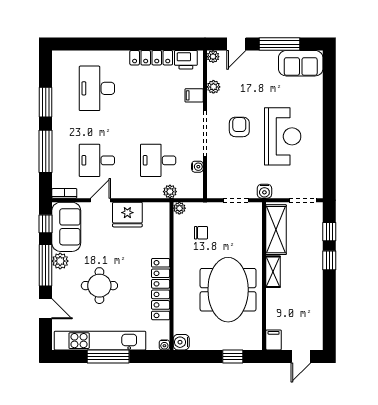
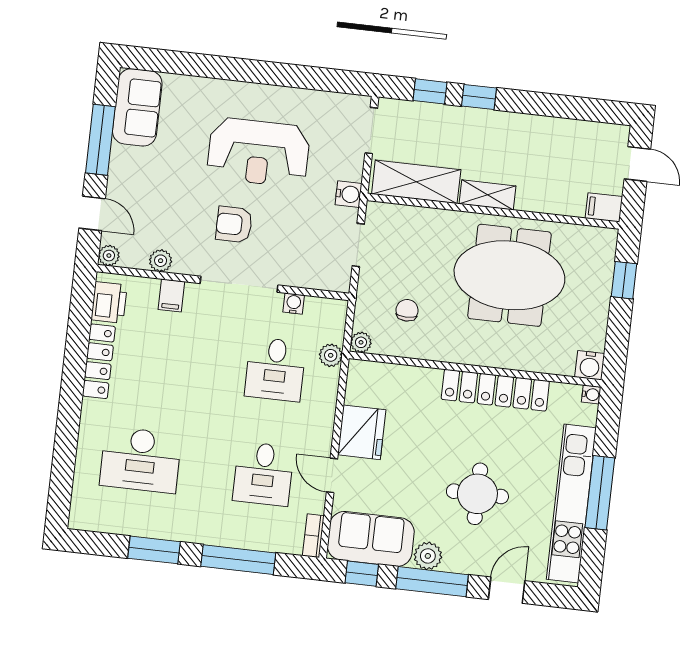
reception desk: (283, 136) -> (259, 152), turned 180

